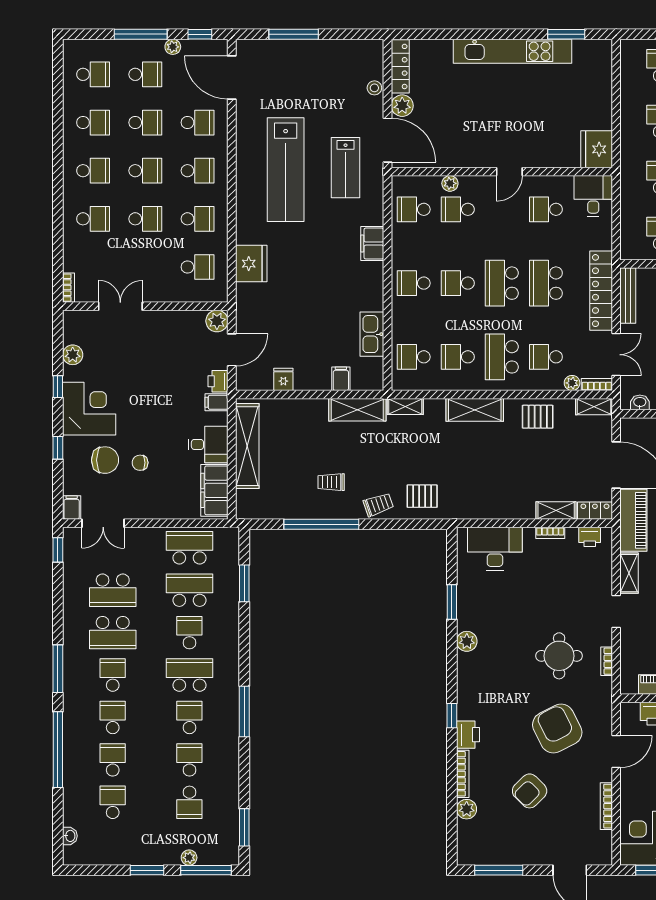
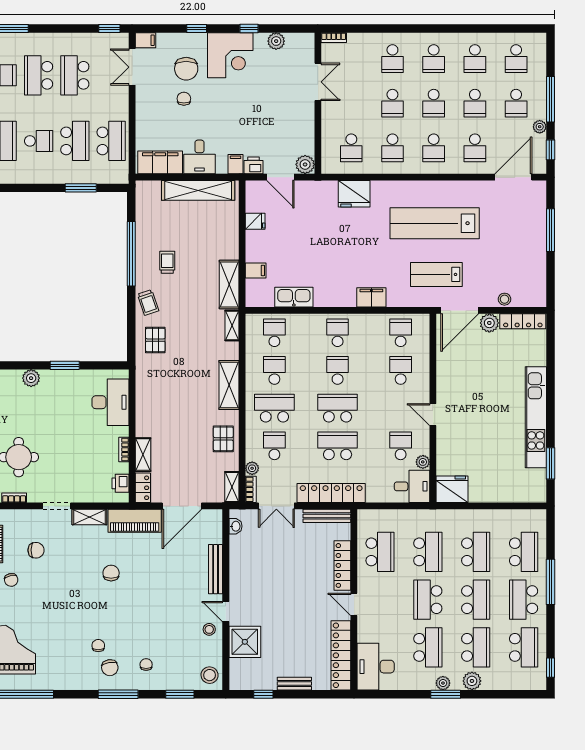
plant: (450, 183) -> (423, 462), moved

